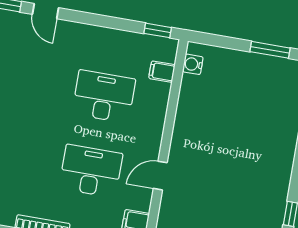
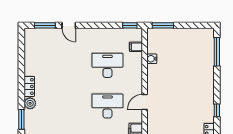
window: (270, 50) -> (163, 25), moved
water cooler: (193, 64) -> (152, 59), moved

